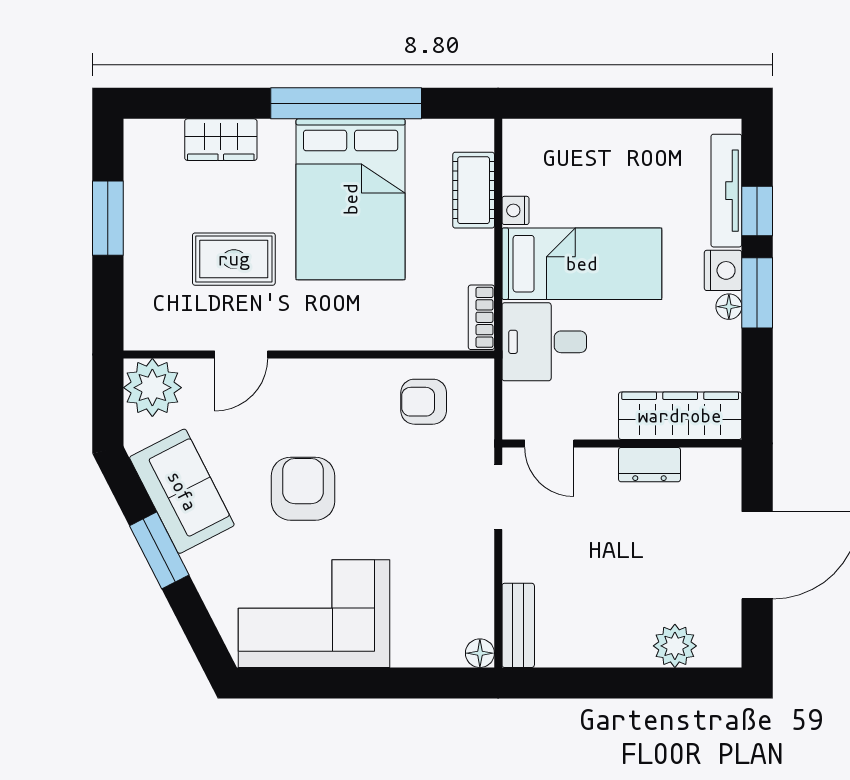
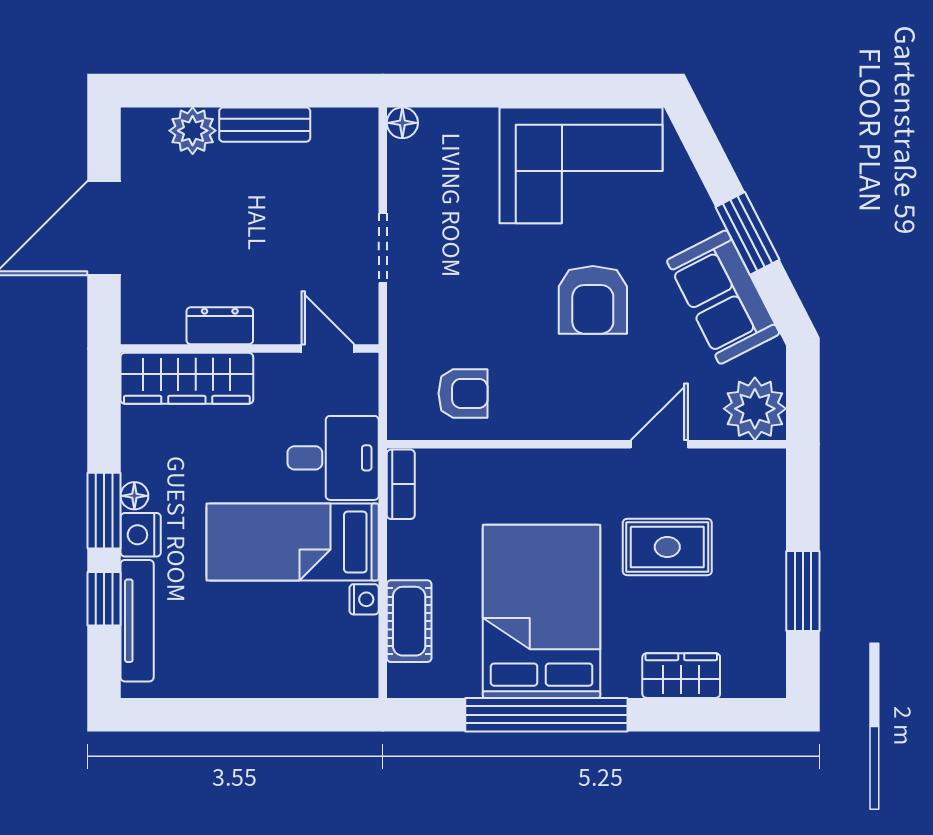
doorway: (498, 497) -> (383, 248), moved
bench: (518, 625) -> (265, 125), moved, turned 90

